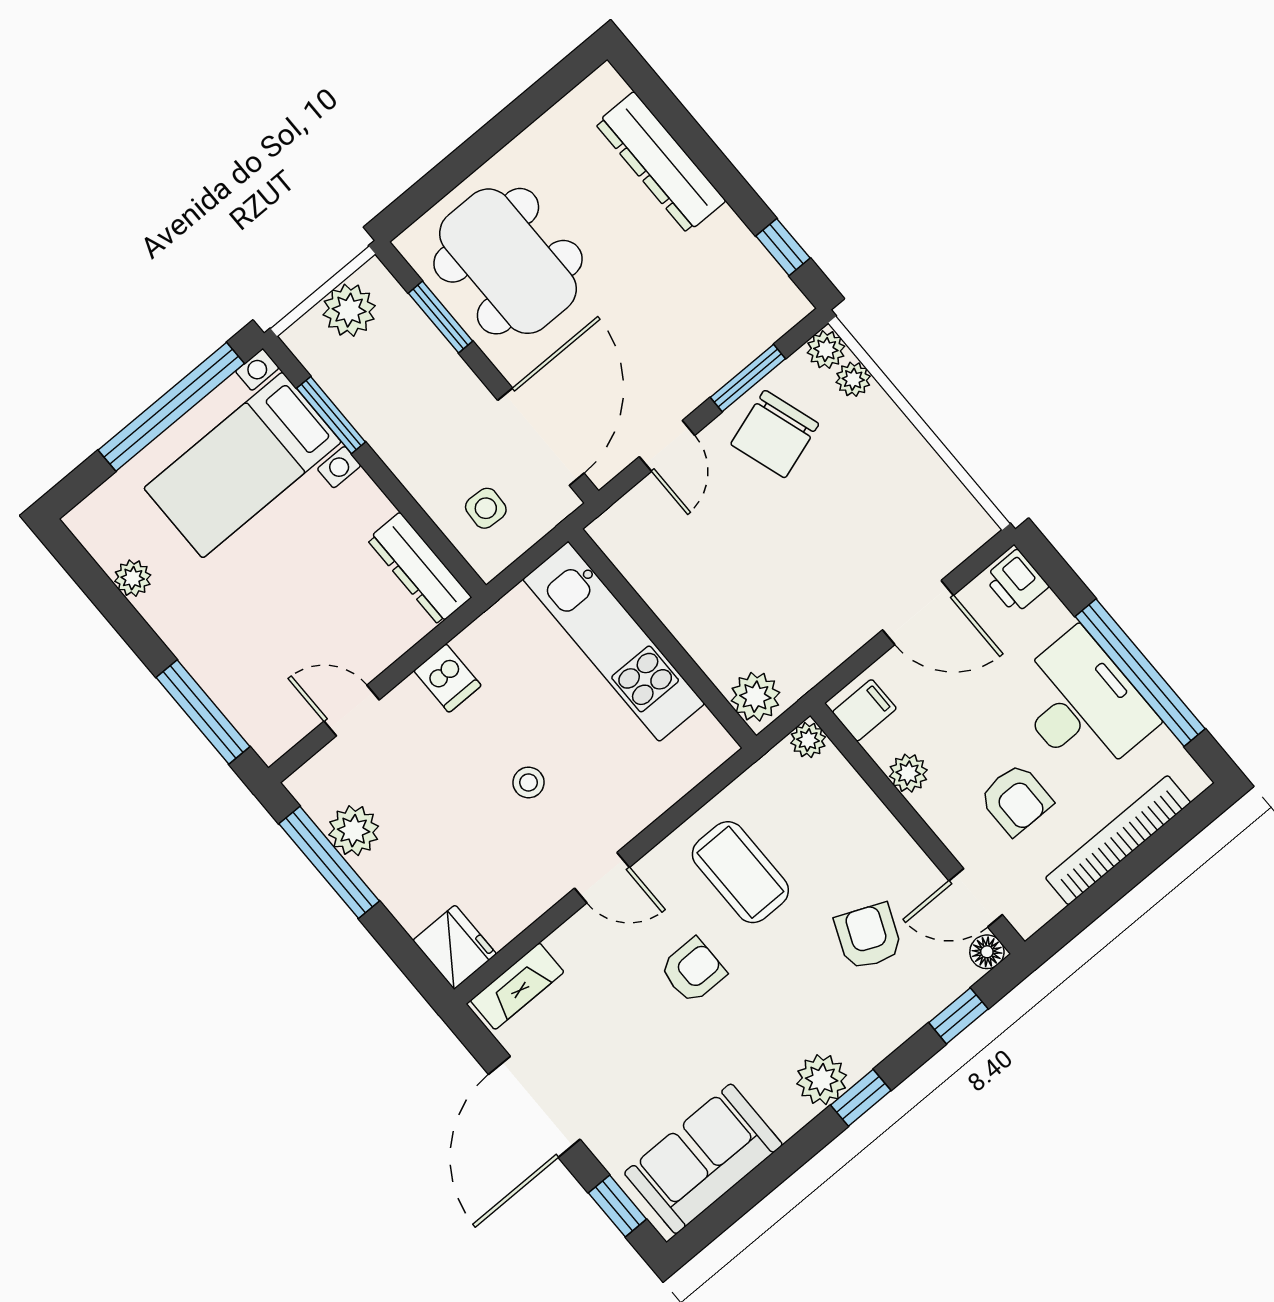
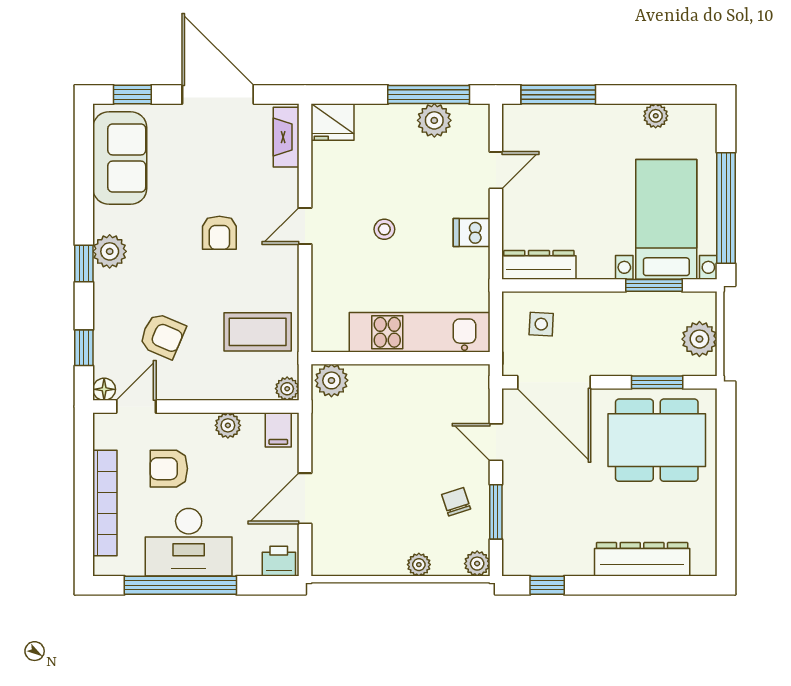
plant: (853, 379) -> (419, 565), moved
chair: (775, 434) -> (456, 502), width x0.54, depth x0.54
coffee table: (740, 872) -> (258, 332), moved

